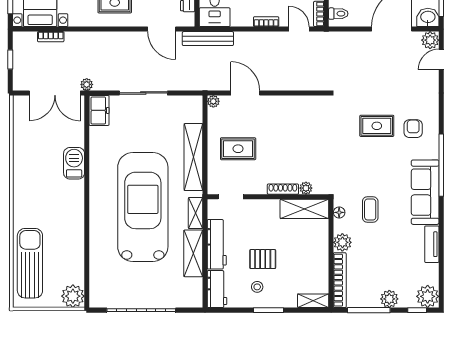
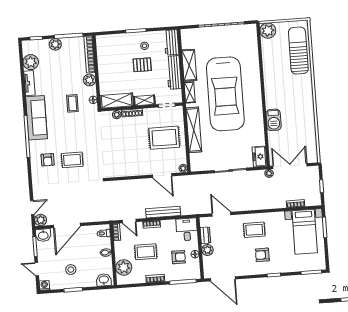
bench: (208, 39) -> (163, 212), moved
rug: (238, 149) -> (164, 138), width x1.36, depth x1.43
sun lounger: (30, 263) -> (298, 51), turned 180
plant: (428, 296) -> (31, 62), moved
shelving: (313, 301) -> (144, 100), moved

